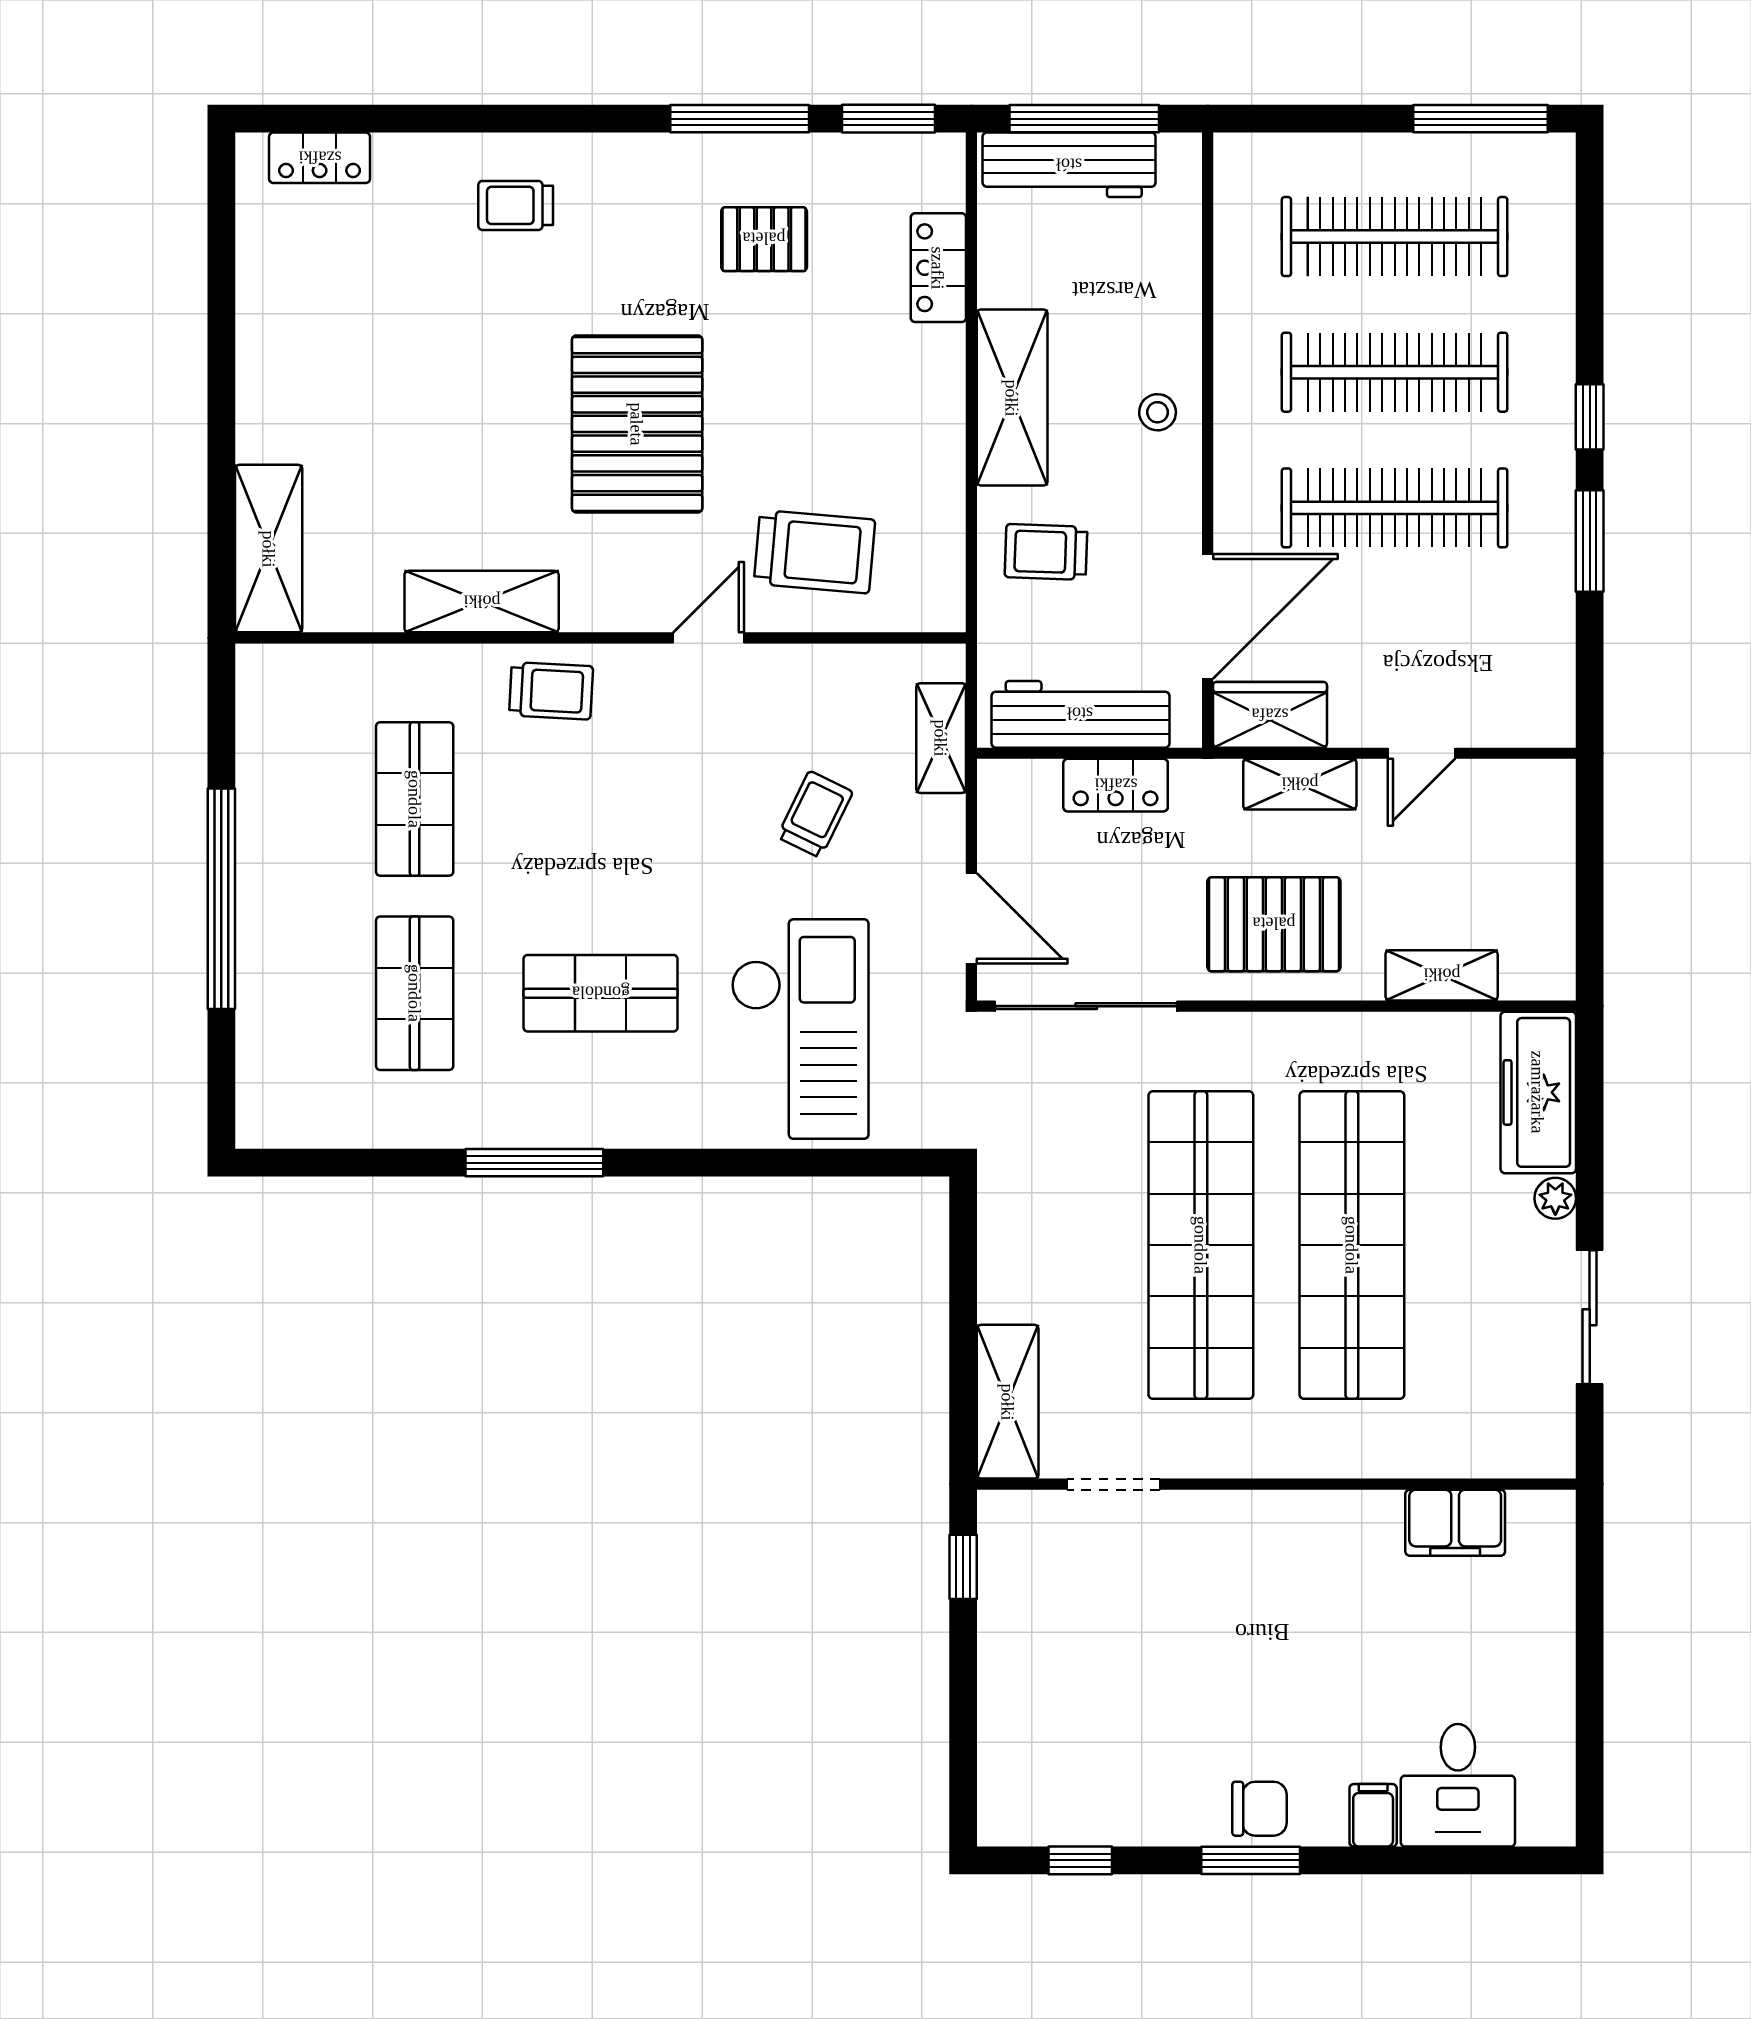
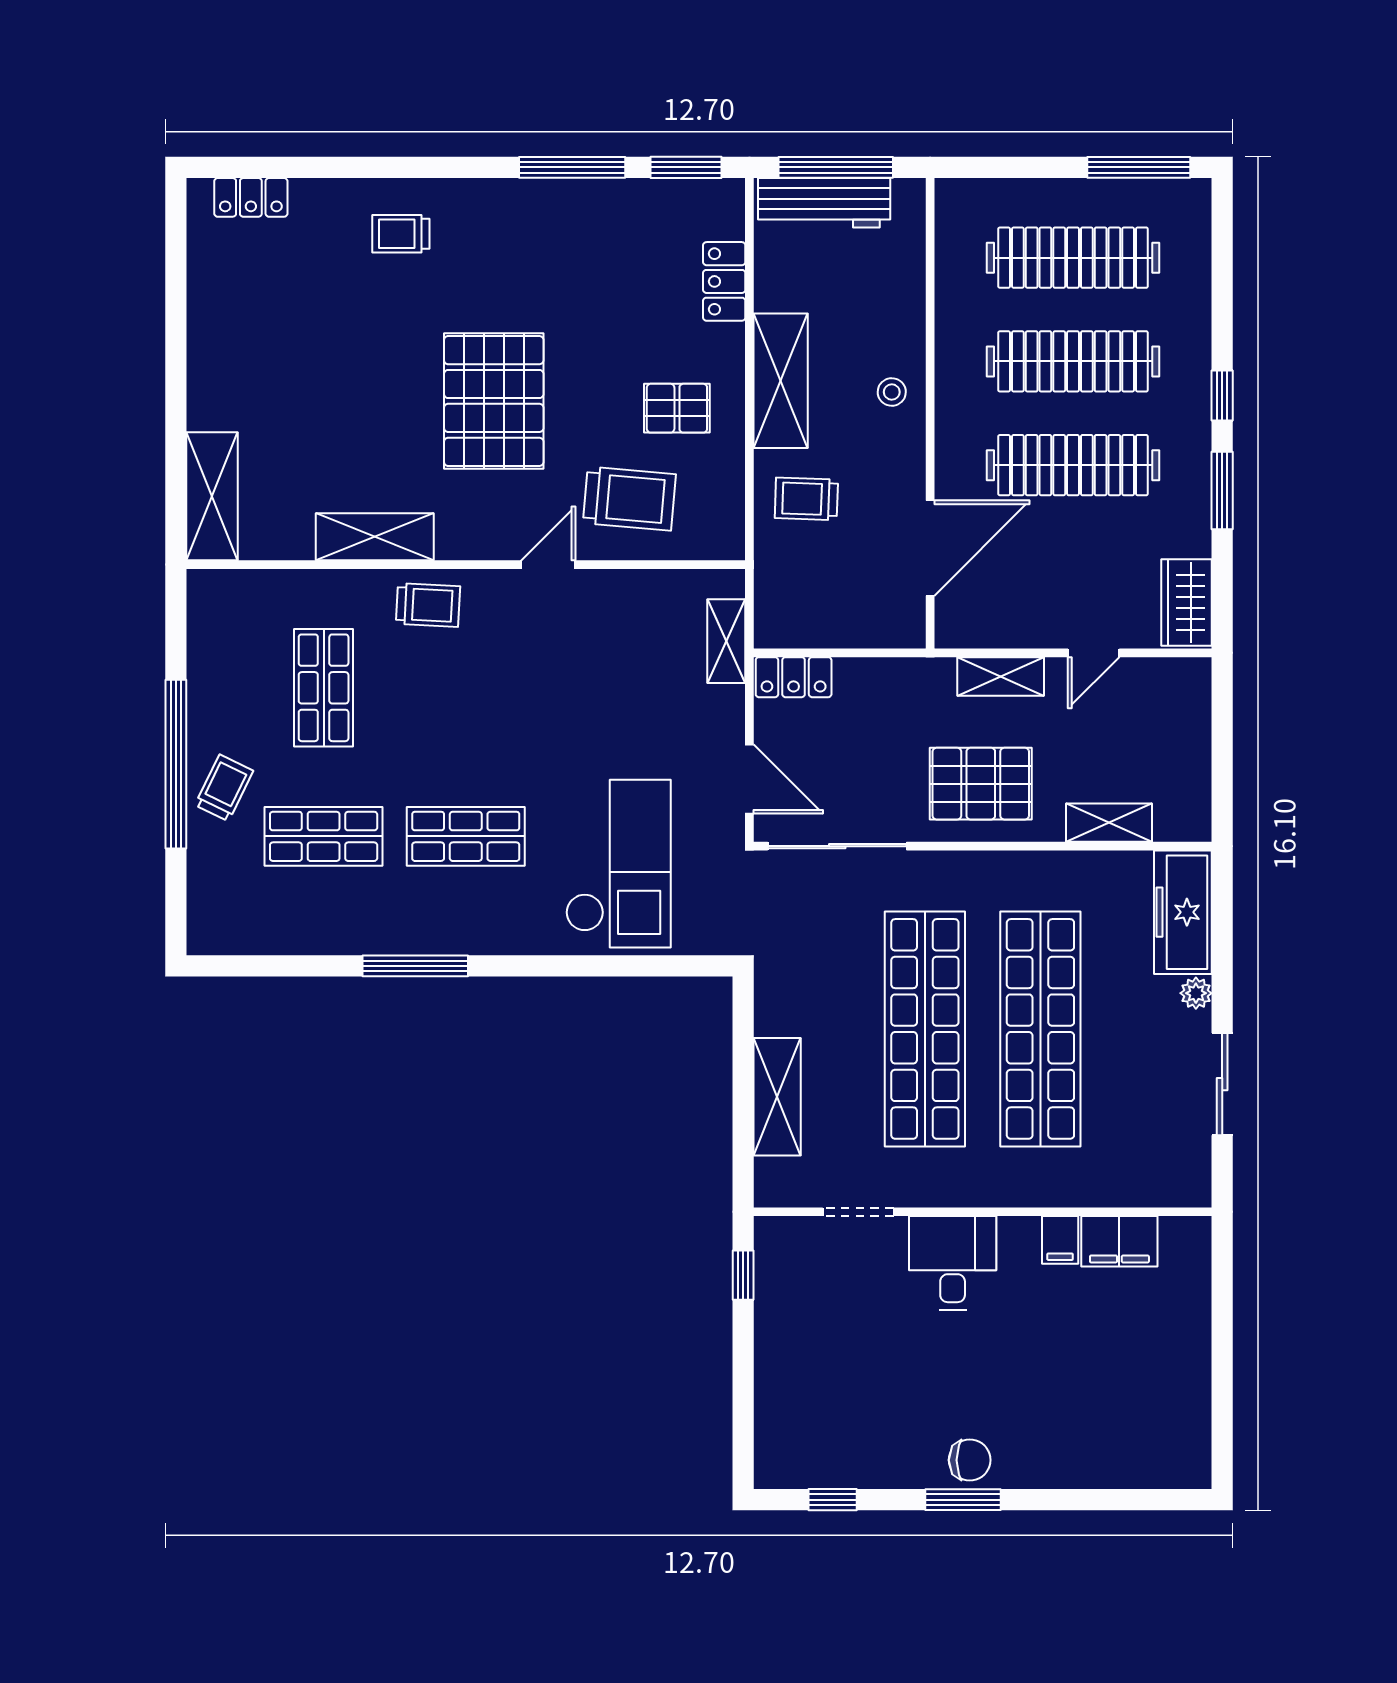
pallet: (764, 239) -> (677, 408), moved
workbench: (1080, 714) -> (833, 623), removed
wardrobe: (1270, 715) -> (1187, 602), moved, turned -90
locker: (1116, 785) -> (794, 677), moved
trolley: (815, 814) -> (224, 788), moved
shop shelf: (415, 993) -> (324, 836), turned 90
shelving: (1008, 1402) -> (777, 1097), moved
desk: (1458, 1785) -> (953, 1263), moved, turned 180
filing cabinet: (1373, 1815) -> (1060, 1240), moved, turned 180

